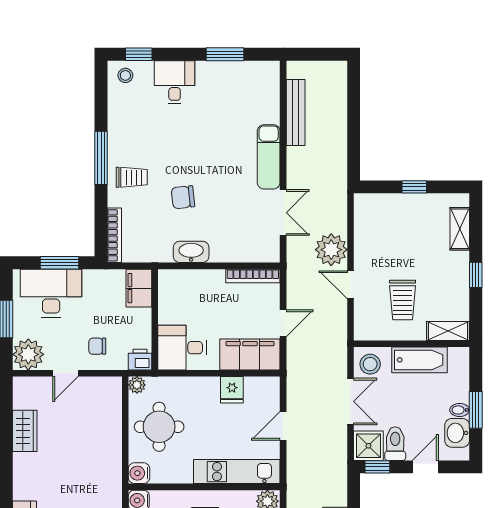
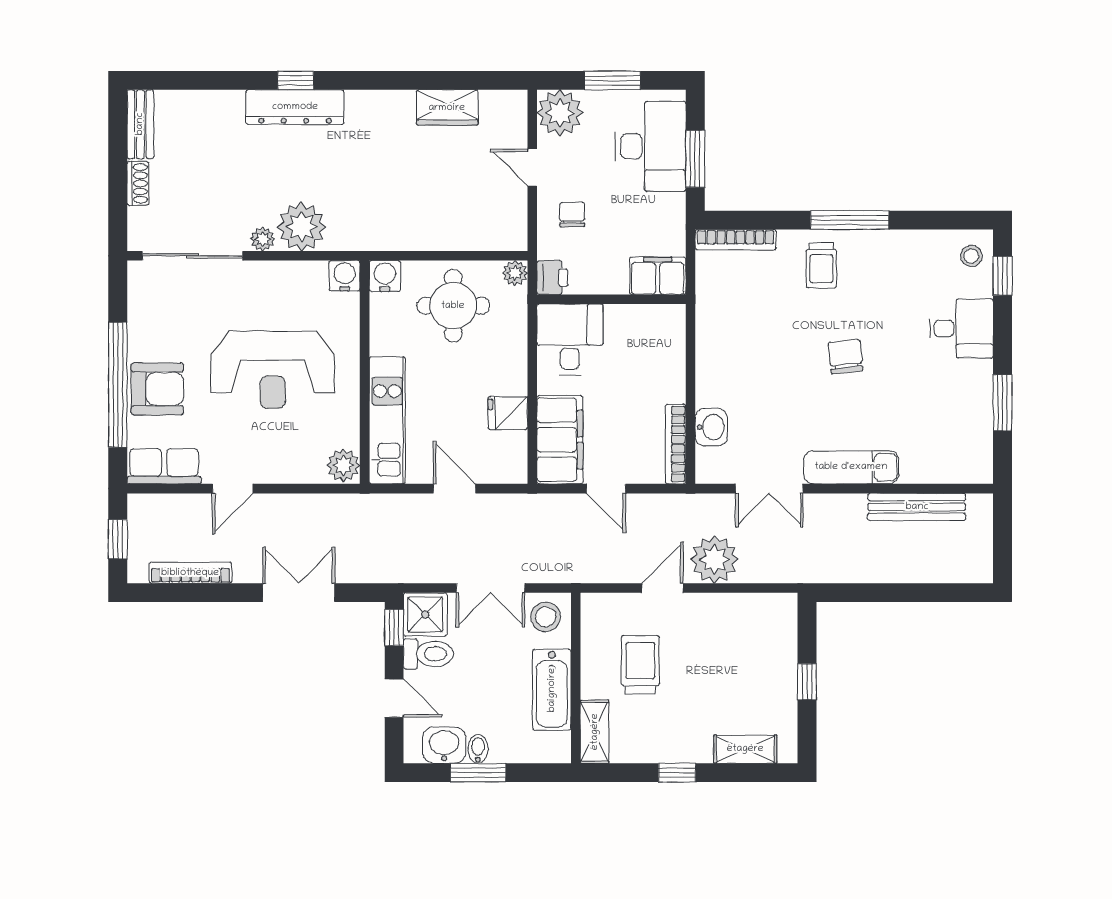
chair: (183, 197) -> (845, 357), moved
washbasin: (191, 252) -> (711, 427), moved, width x0.72
trolley: (403, 300) -> (640, 665), turned 90

